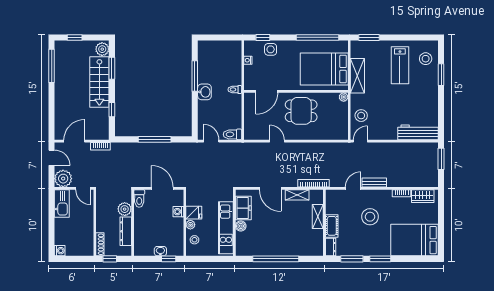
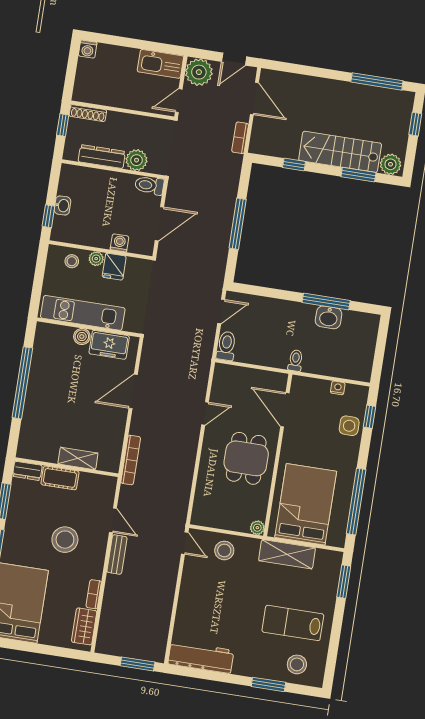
washbasin: (204, 92) -> (329, 317), moved
workbench: (418, 132) -> (201, 657), moved, turned -90
shelving: (297, 195) -> (117, 432), removed

